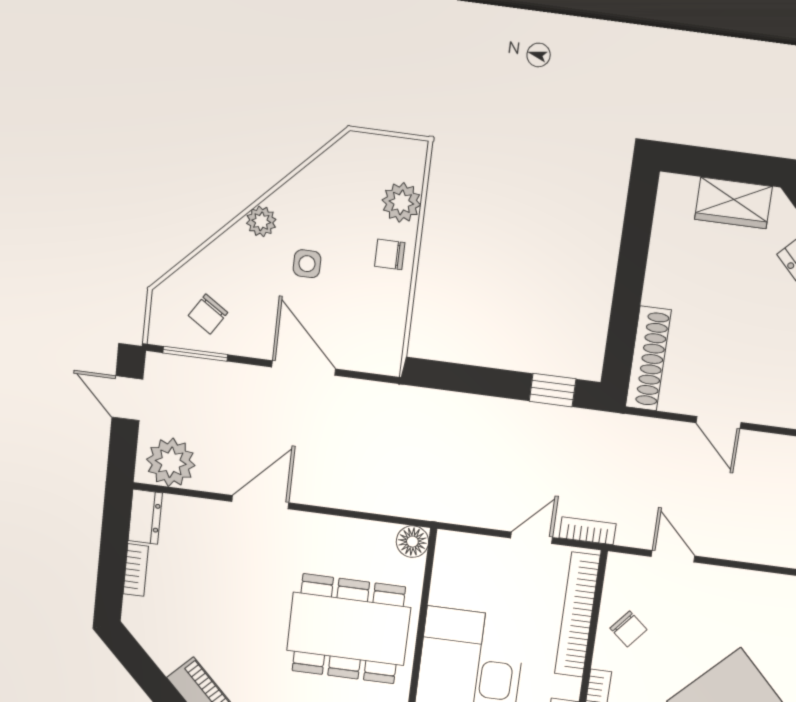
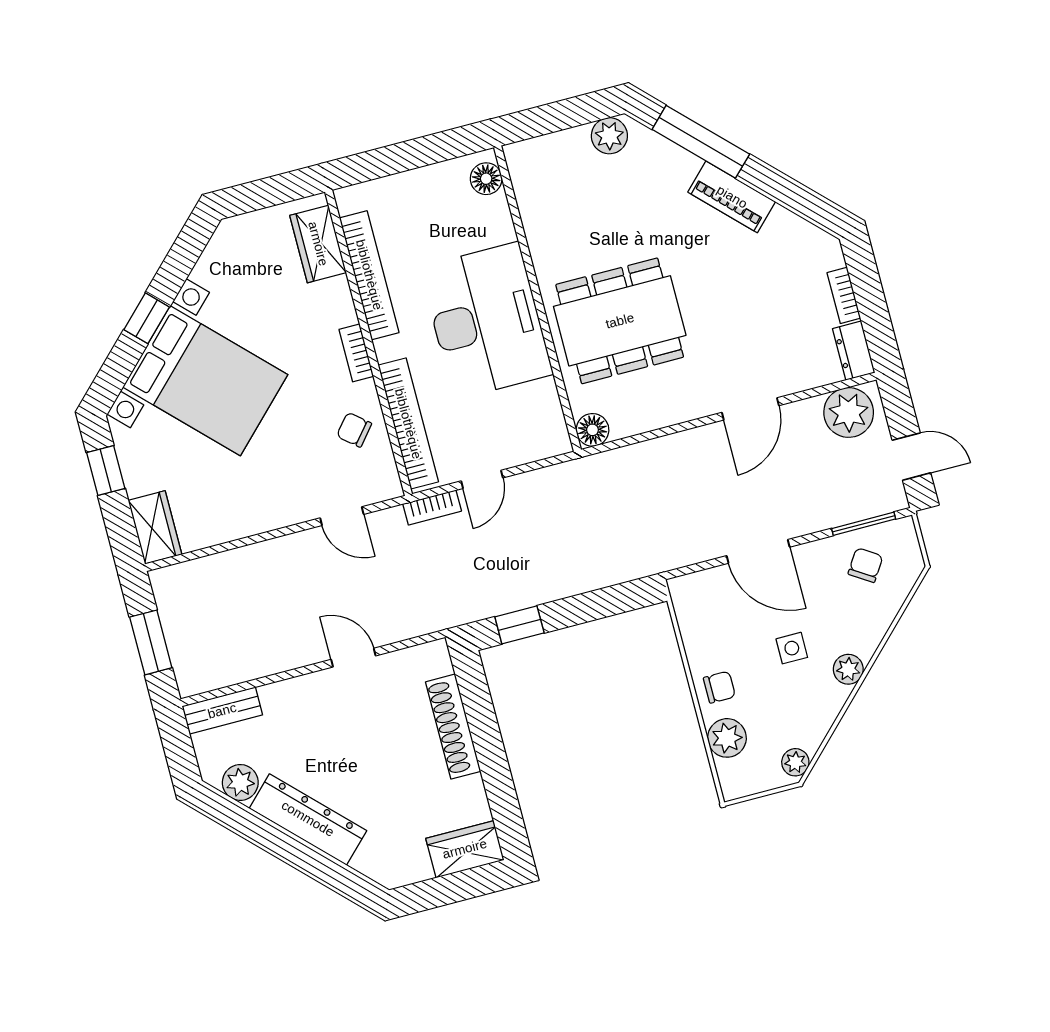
plant: (346, 152) -> (795, 762), added
wardrobe: (733, 203) -> (465, 849), moved
shoe rack: (648, 358) -> (453, 727), moved

